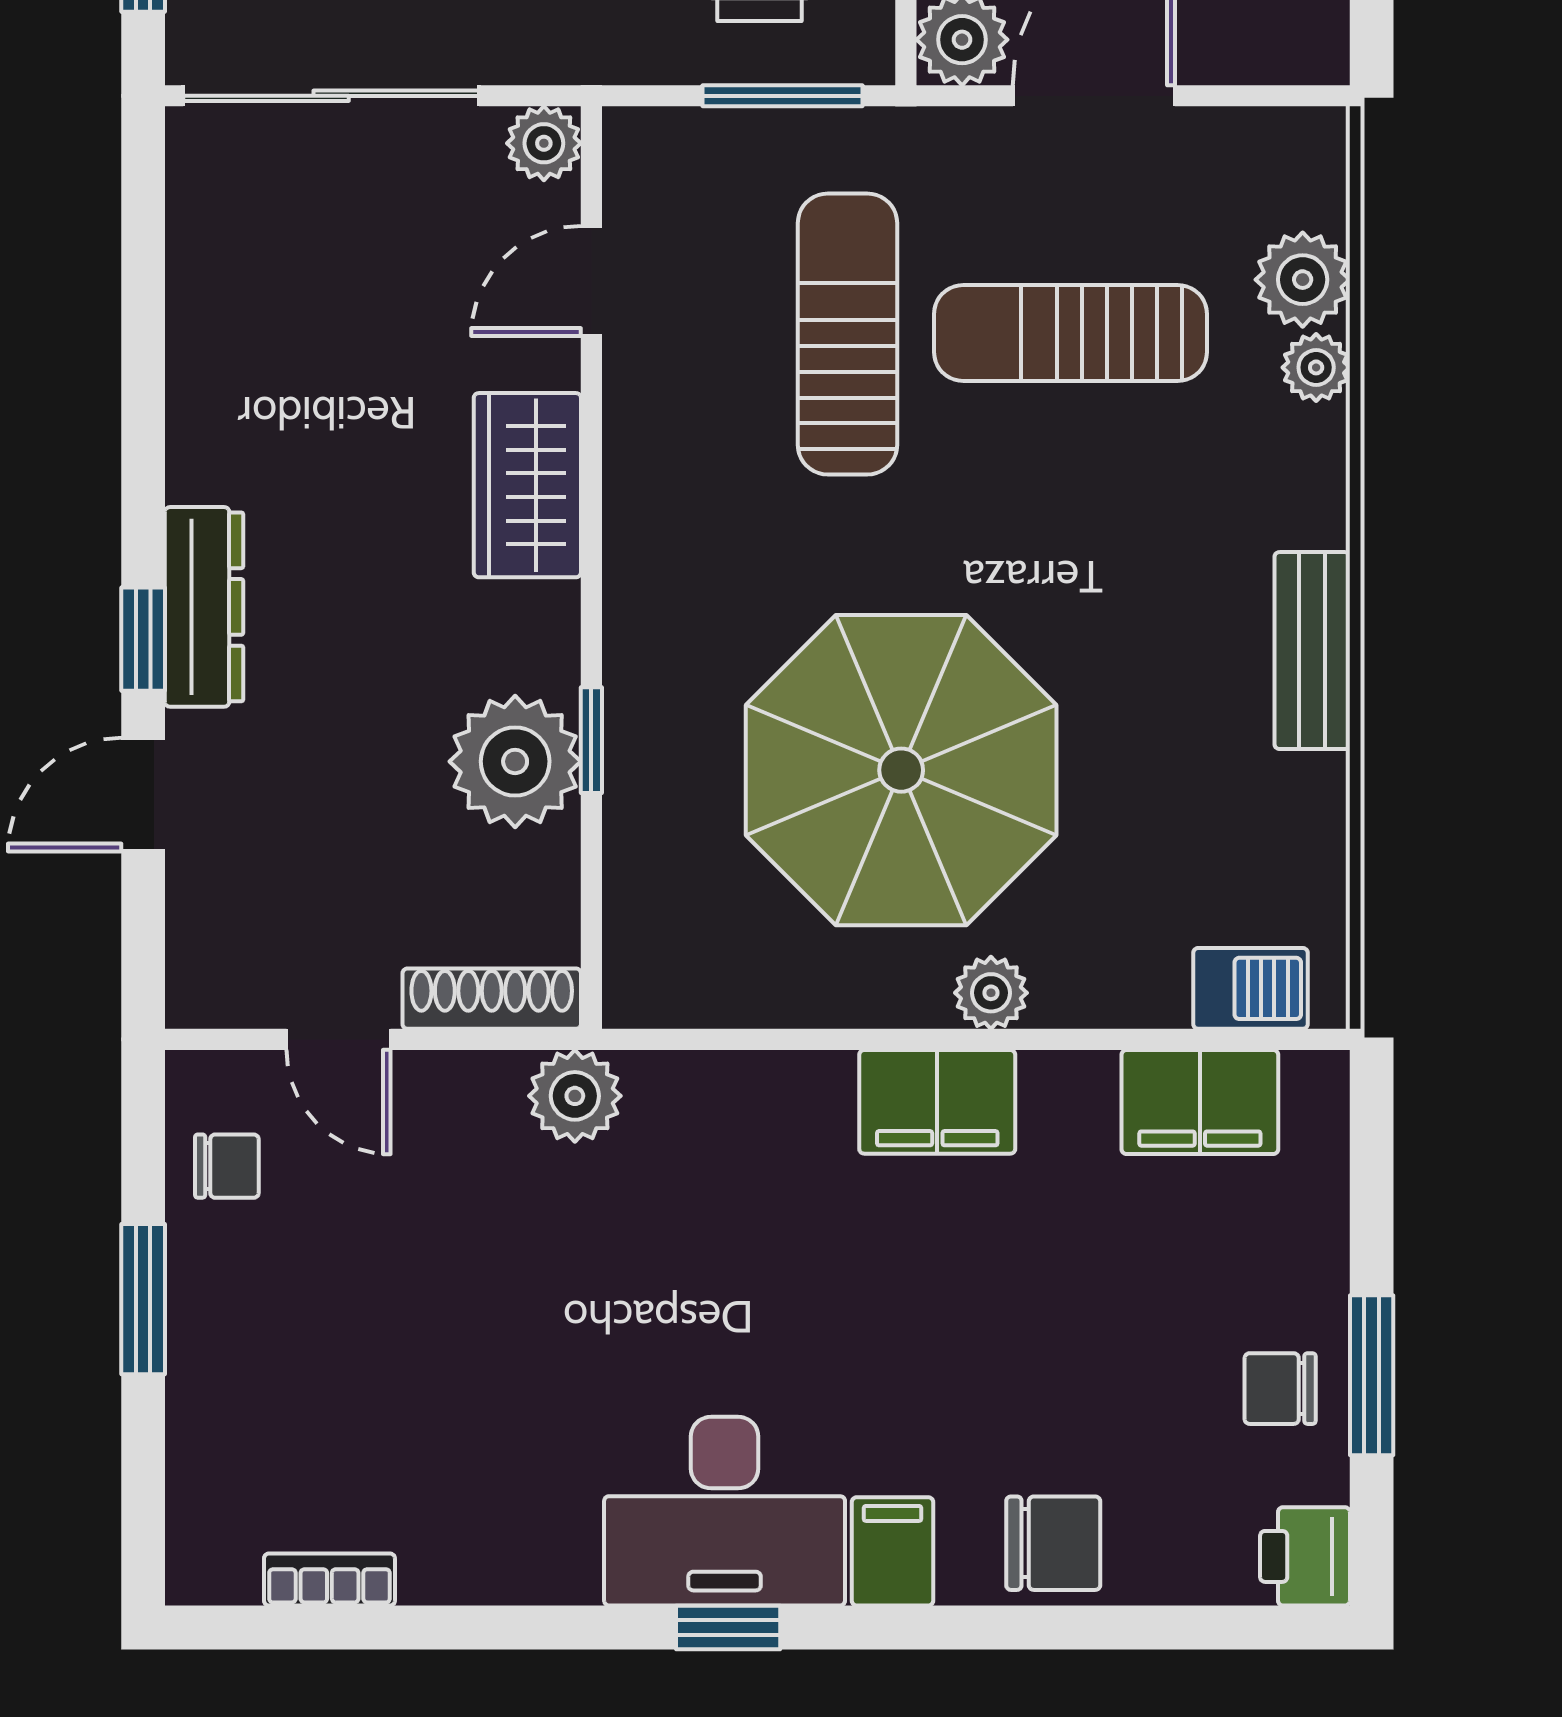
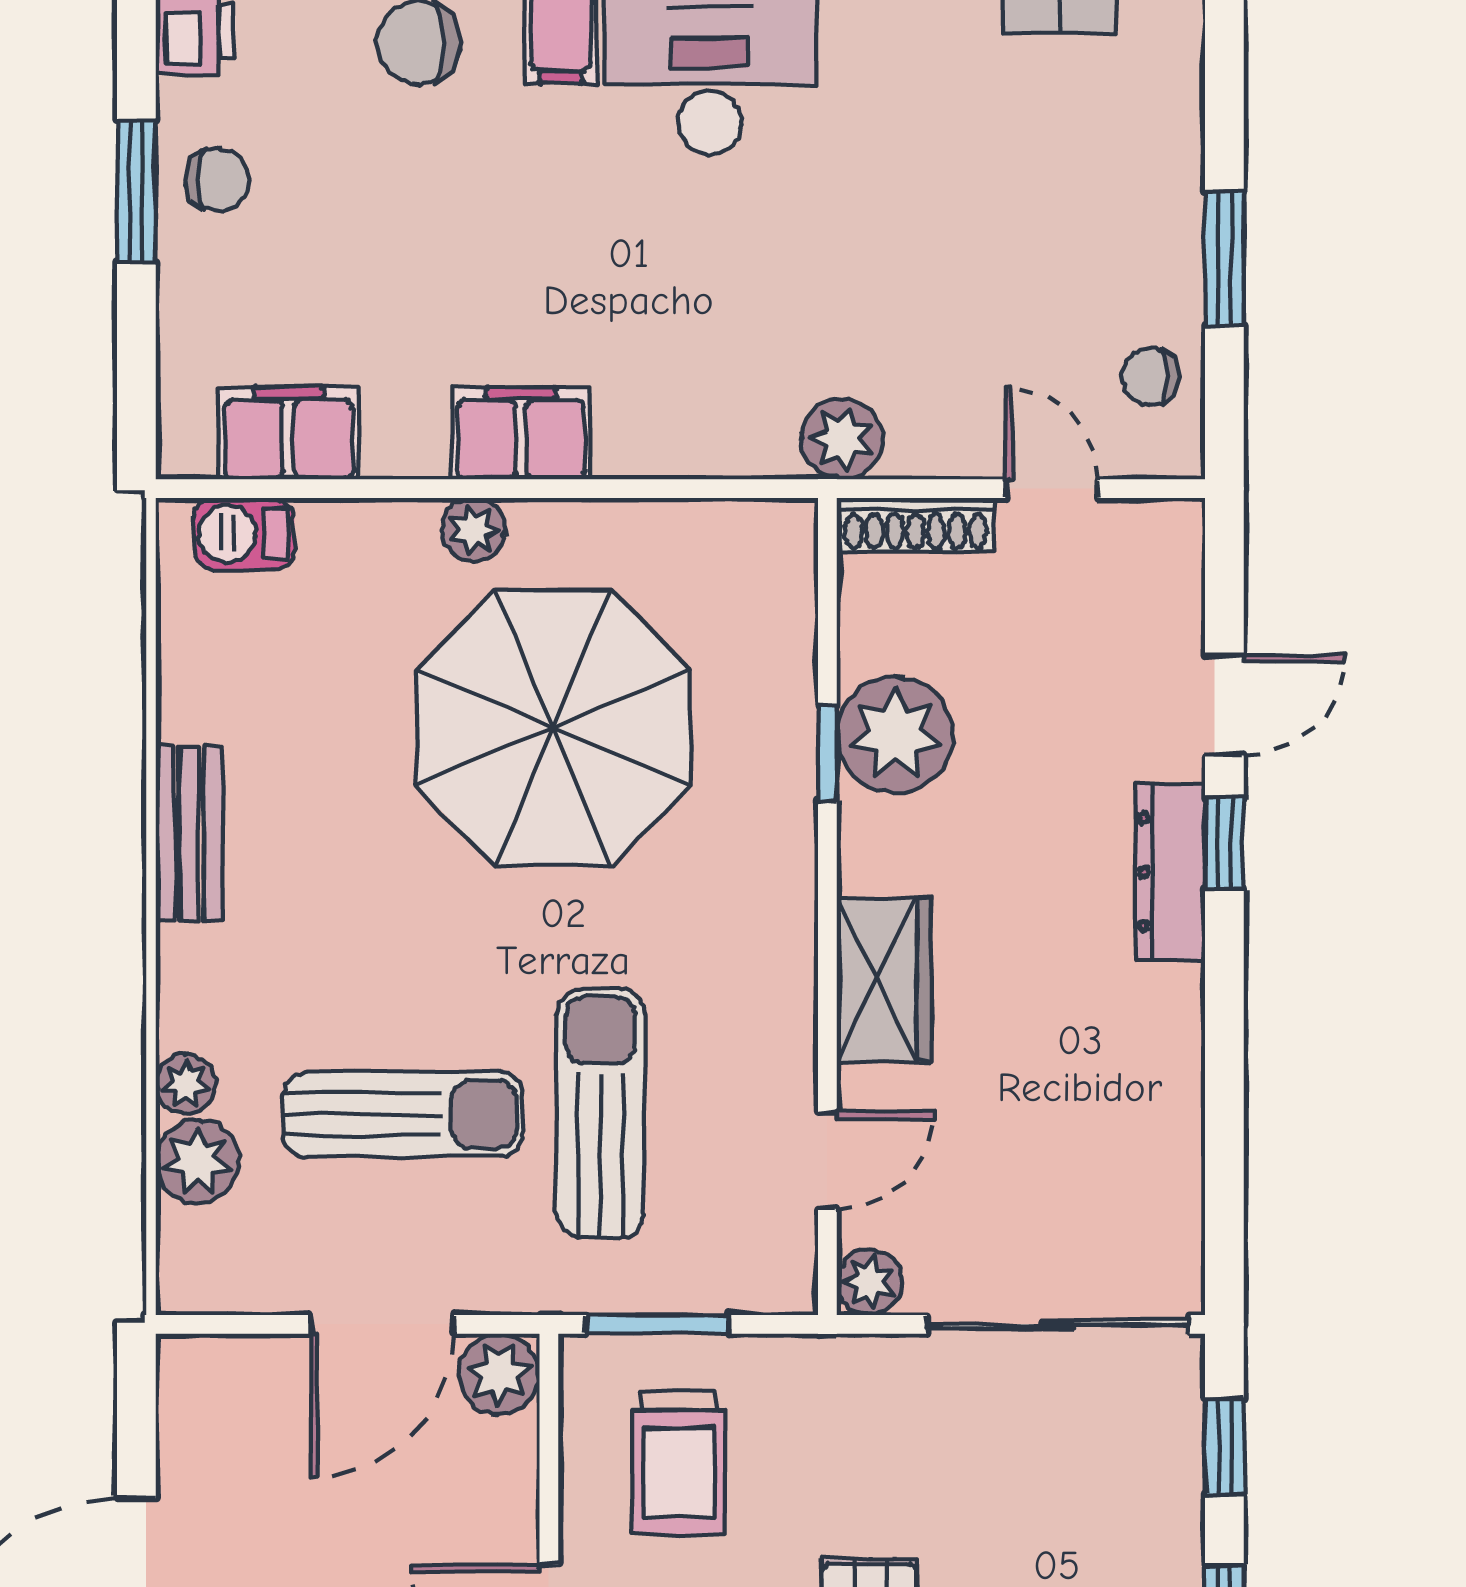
sun lounger: (848, 334) -> (601, 1113), turned 180

